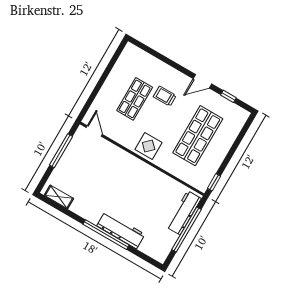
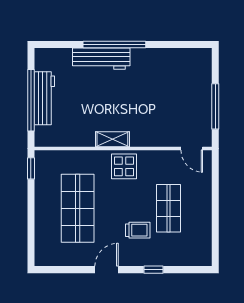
window: (228, 96) -> (154, 270), moved
shelving: (59, 197) -> (112, 139), moved
workbench: (184, 213) -> (44, 98), moved

